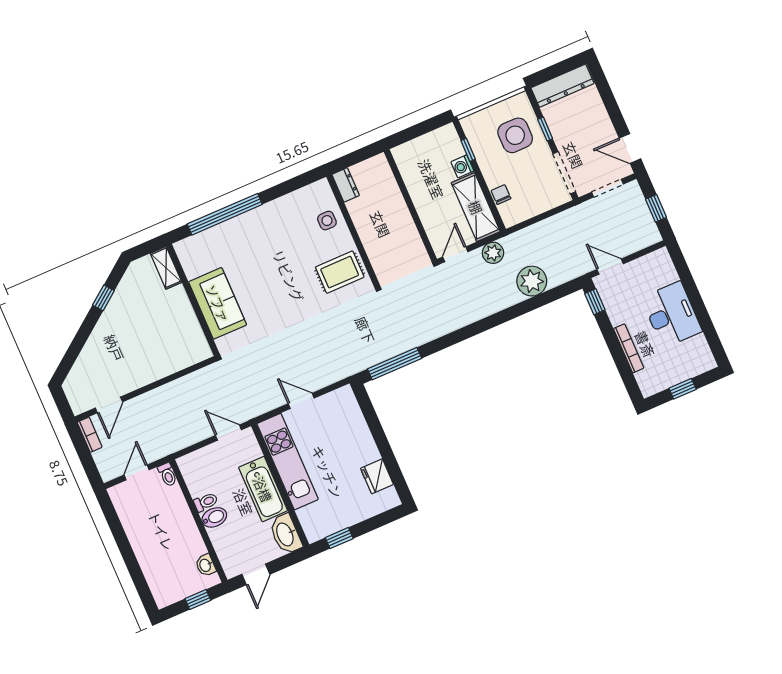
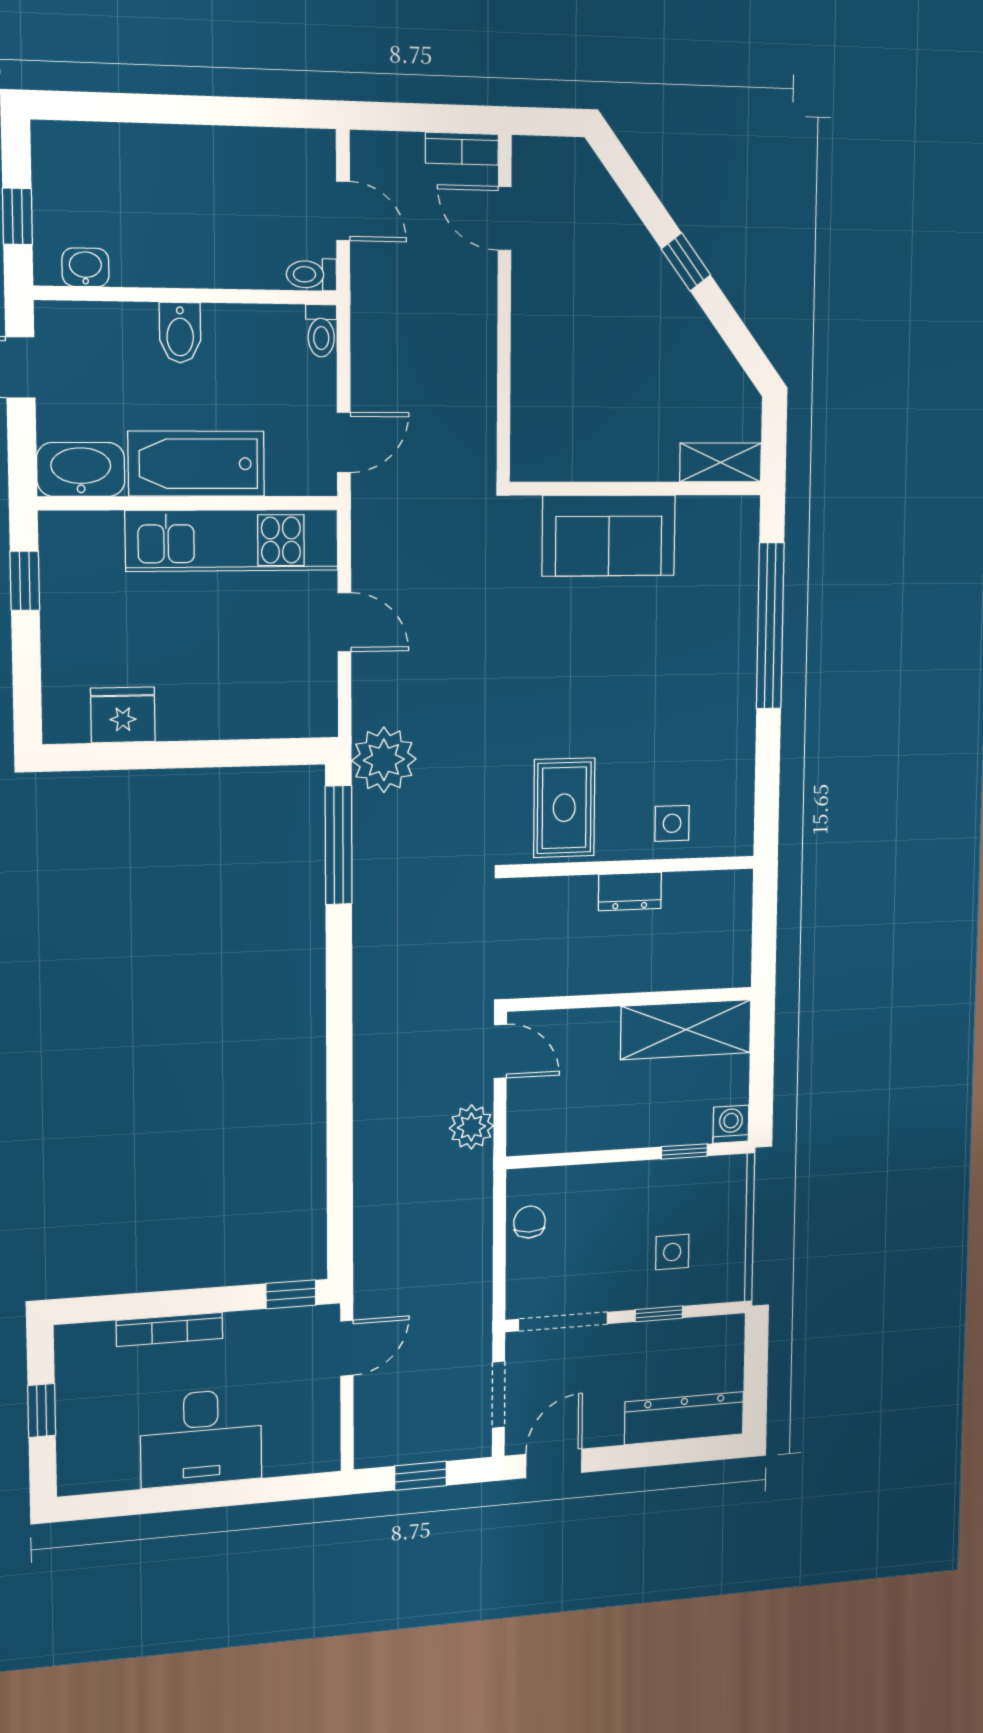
dresser: (562, 86) -> (684, 1418), moved, turned 90
side table: (515, 135) -> (672, 1252), width x0.54, depth x0.54
washing machine: (462, 166) -> (731, 1124), moved
dresser: (346, 185) -> (630, 891), moved
chair: (501, 195) -> (530, 1222), moved, turned -90
shelving: (476, 207) -> (686, 1030), moved
plant: (532, 281) -> (384, 760), moved
window: (103, 298) -> (686, 262), moved
door: (301, 401) -> (344, 622), hinge flipped
toilet: (206, 502) -> (321, 331), moved

